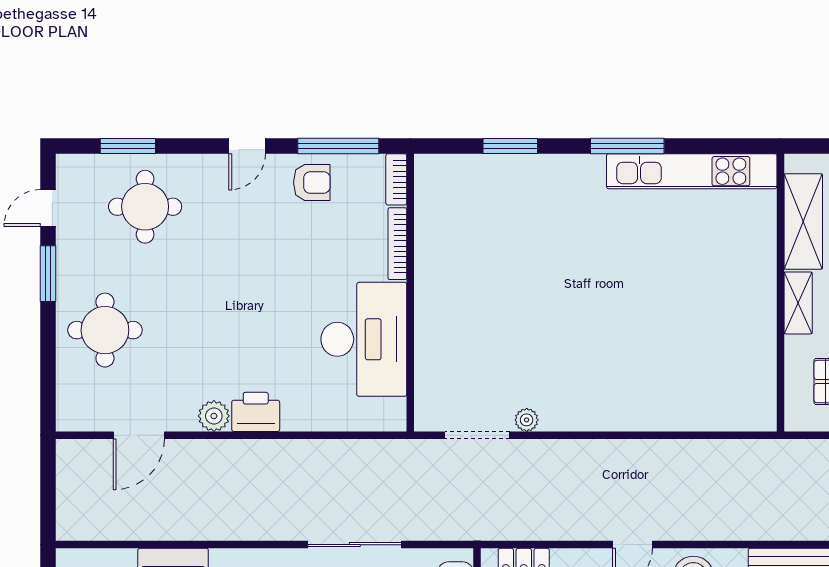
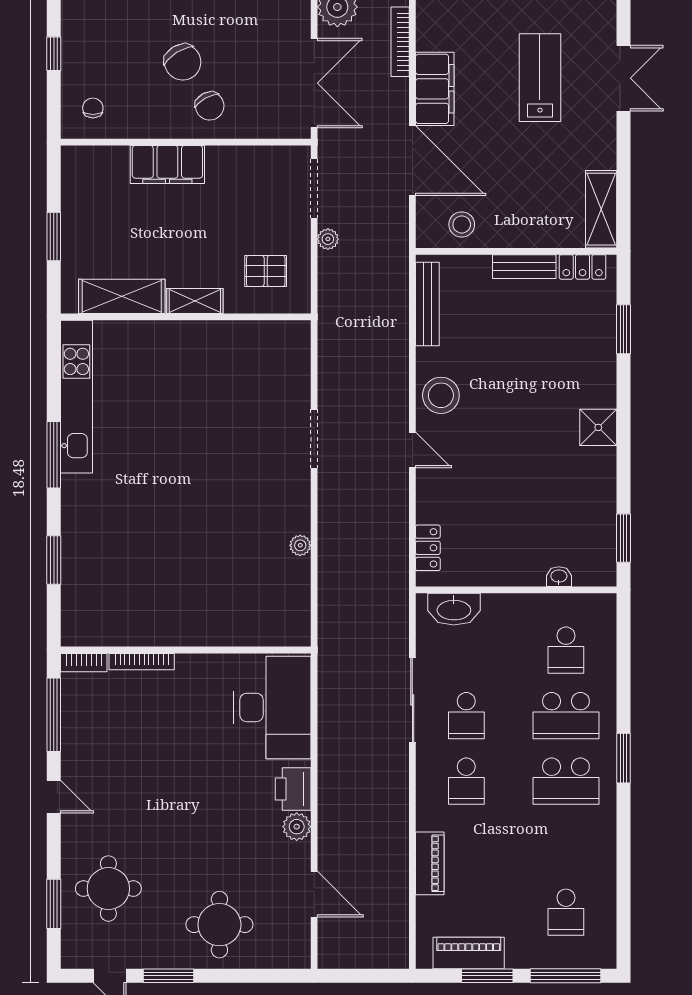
armchair: (312, 182) -> (87, 739), removed
desk: (364, 339) -> (272, 707), moved, turned 90
doorway: (477, 435) -> (314, 439), moved

